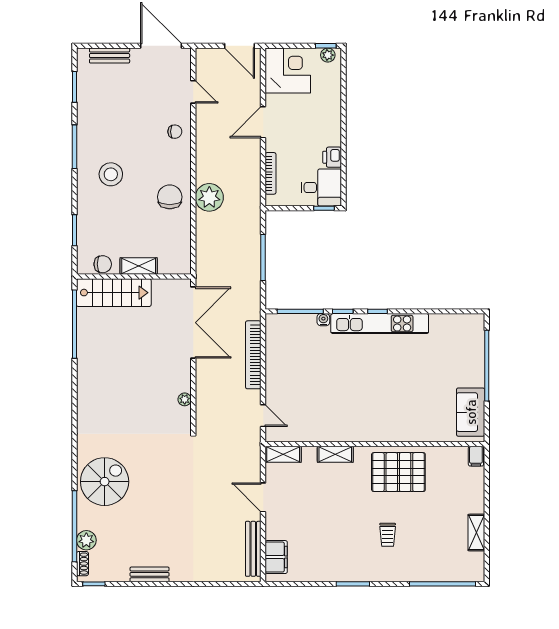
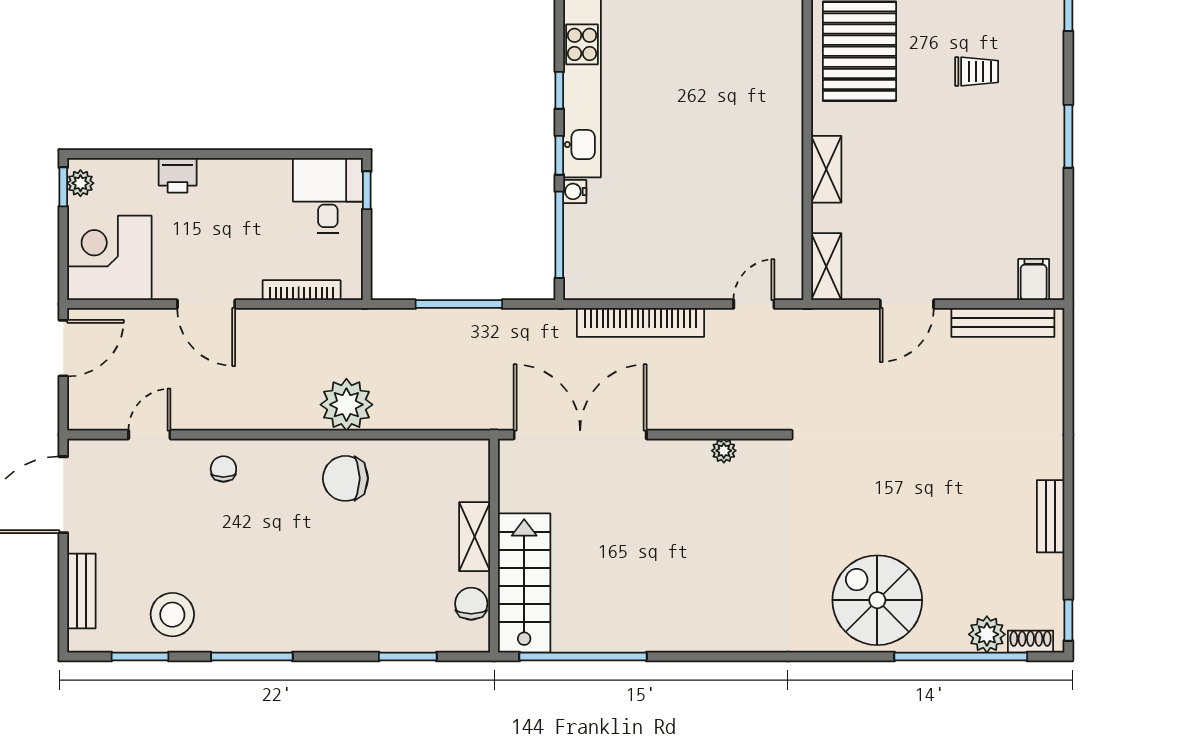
printer: (332, 157) -> (178, 175), moved
stool: (111, 174) -> (172, 615), moved
filing cabinet: (276, 557) -> (1034, 280), width x0.50

